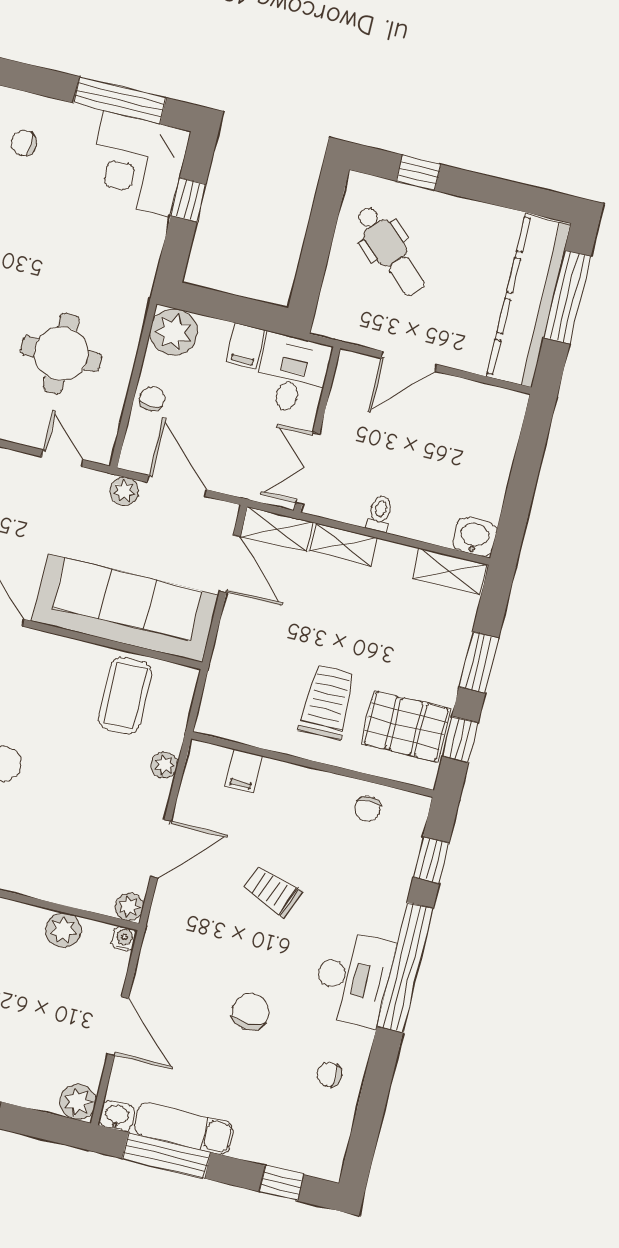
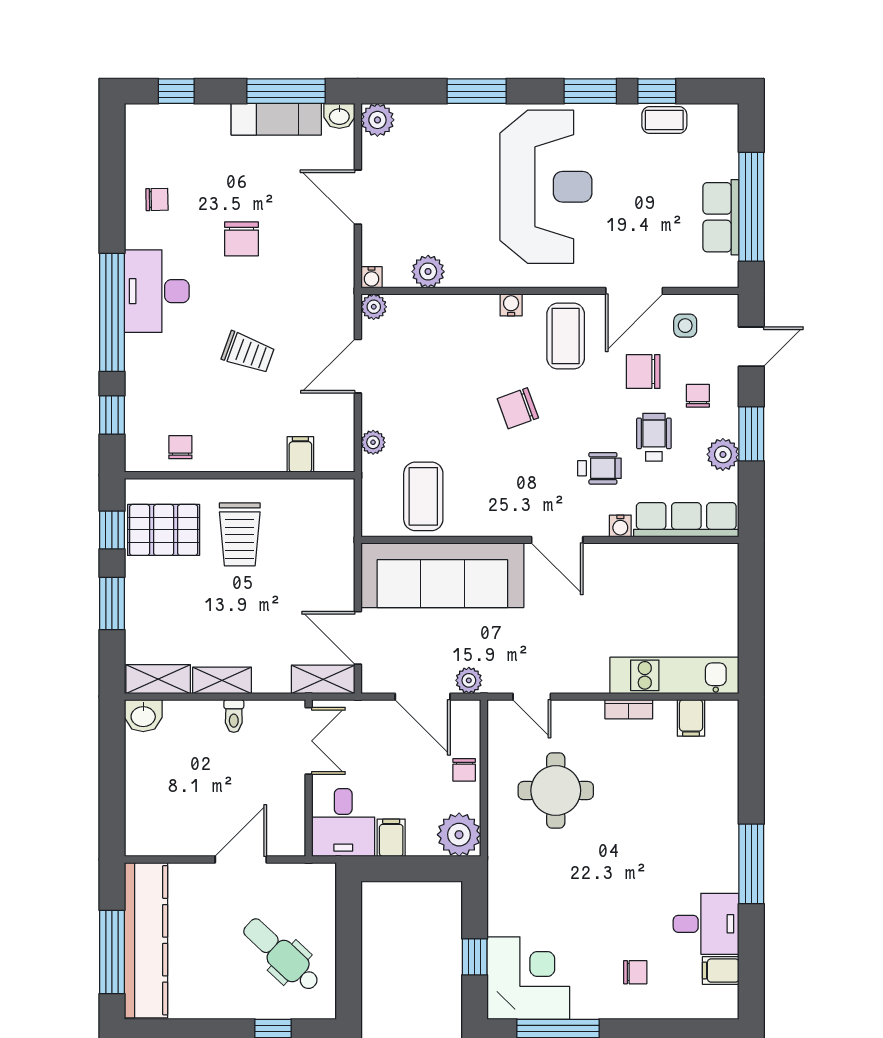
shelving: (344, 544) -> (222, 680), moved

